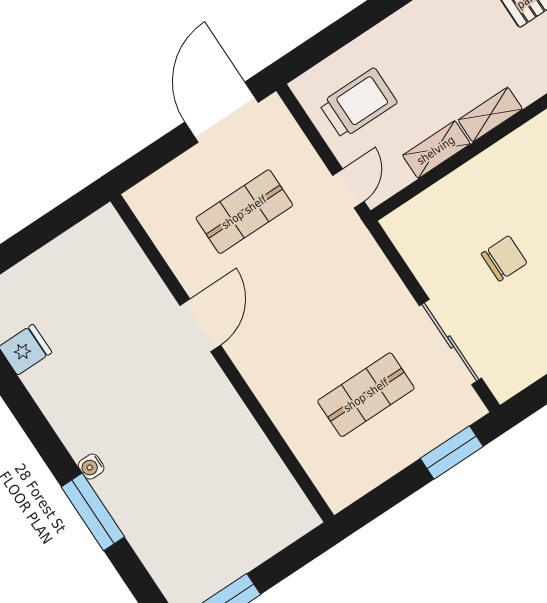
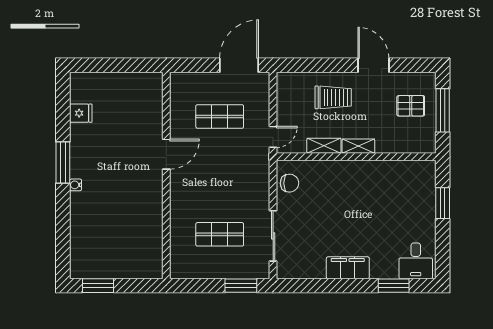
trolley: (358, 103) -> (333, 97), moved
chair: (504, 258) -> (289, 183), moved
window: (93, 512) -> (63, 162), moved

